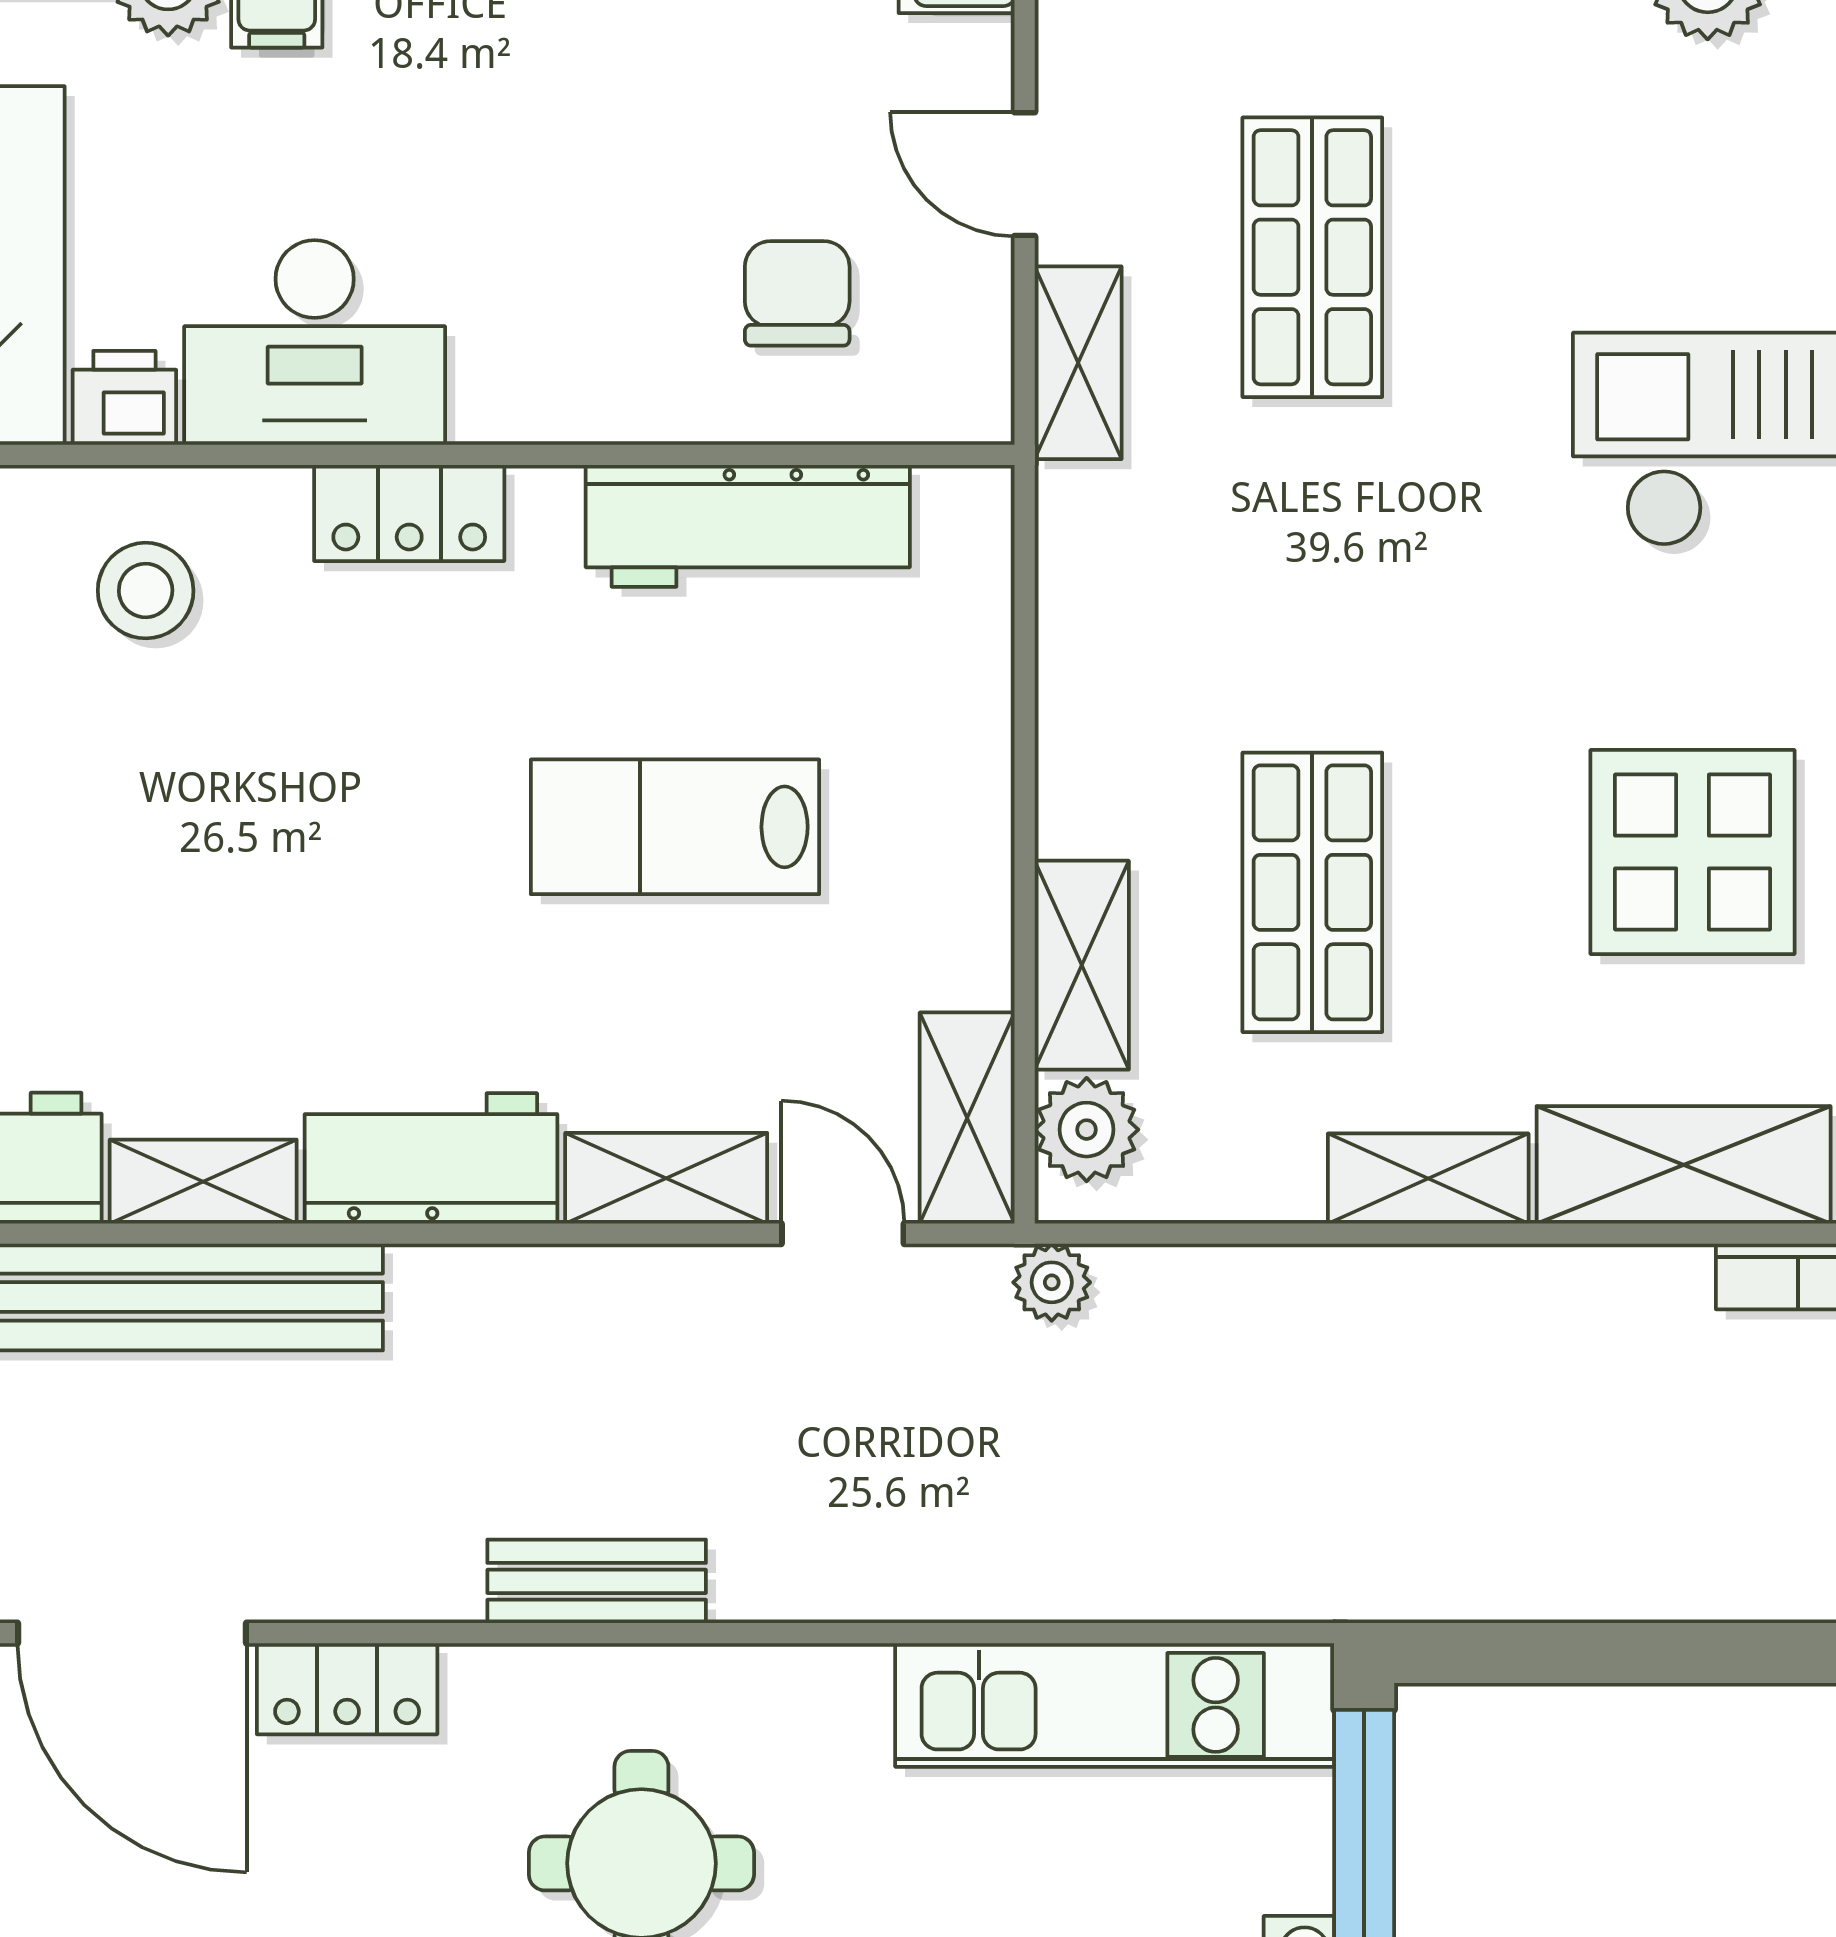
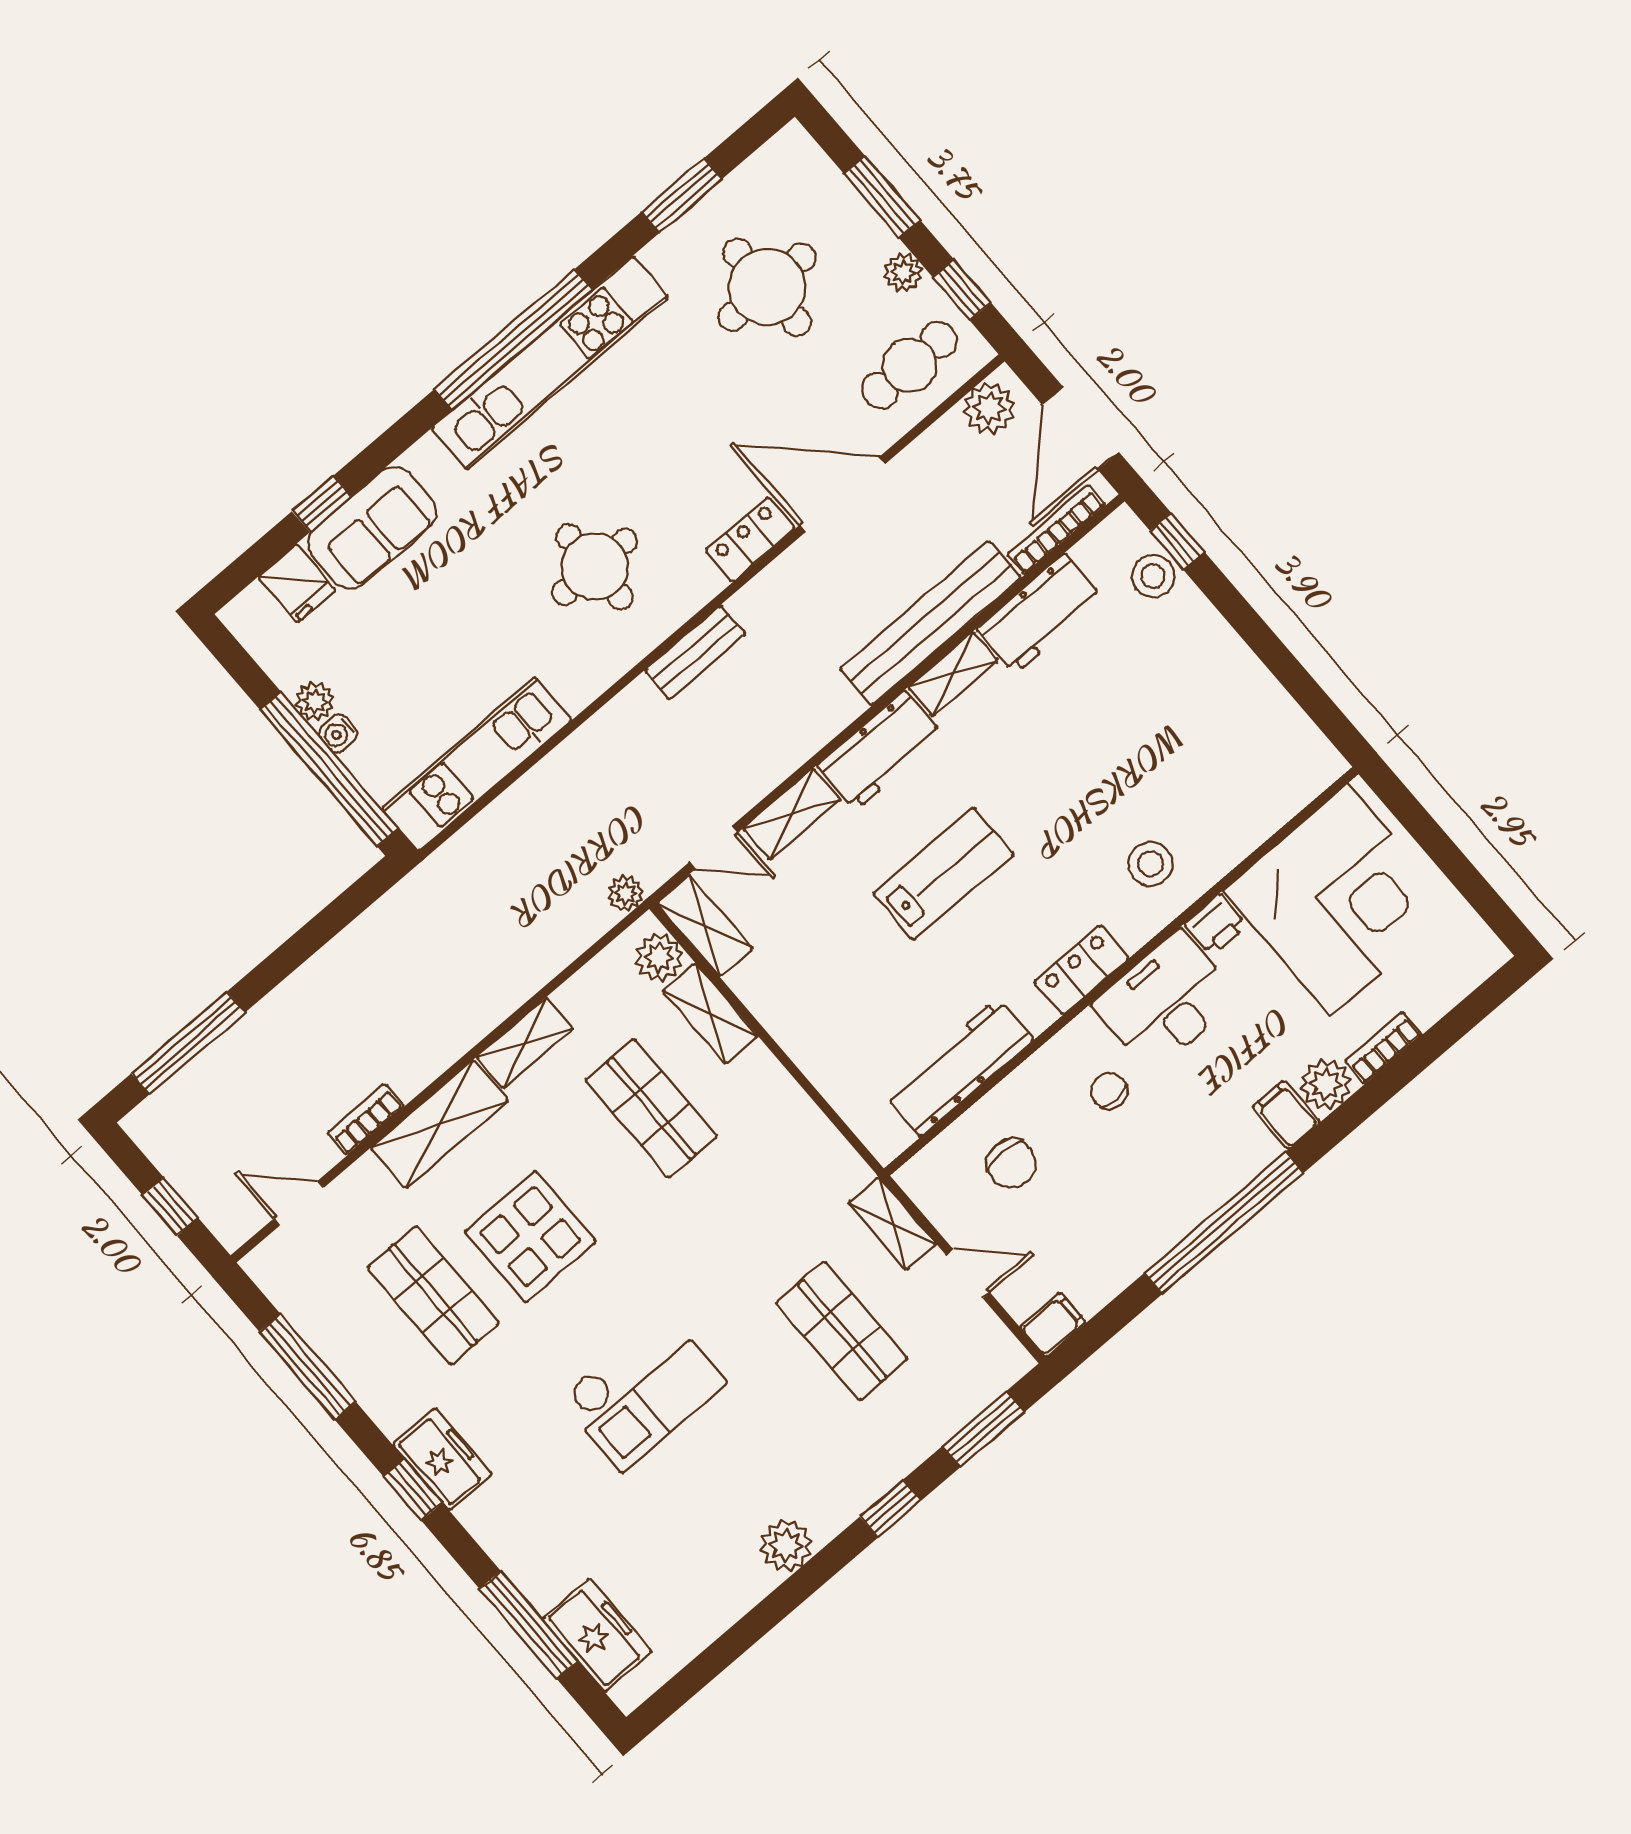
chair: (534, 275) -> (1109, 1091), added
lab bench: (675, 827) -> (943, 874), moved

